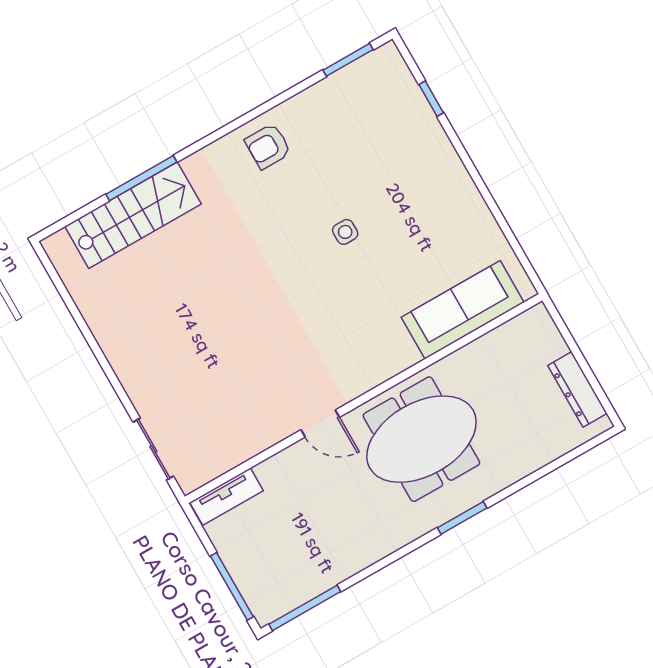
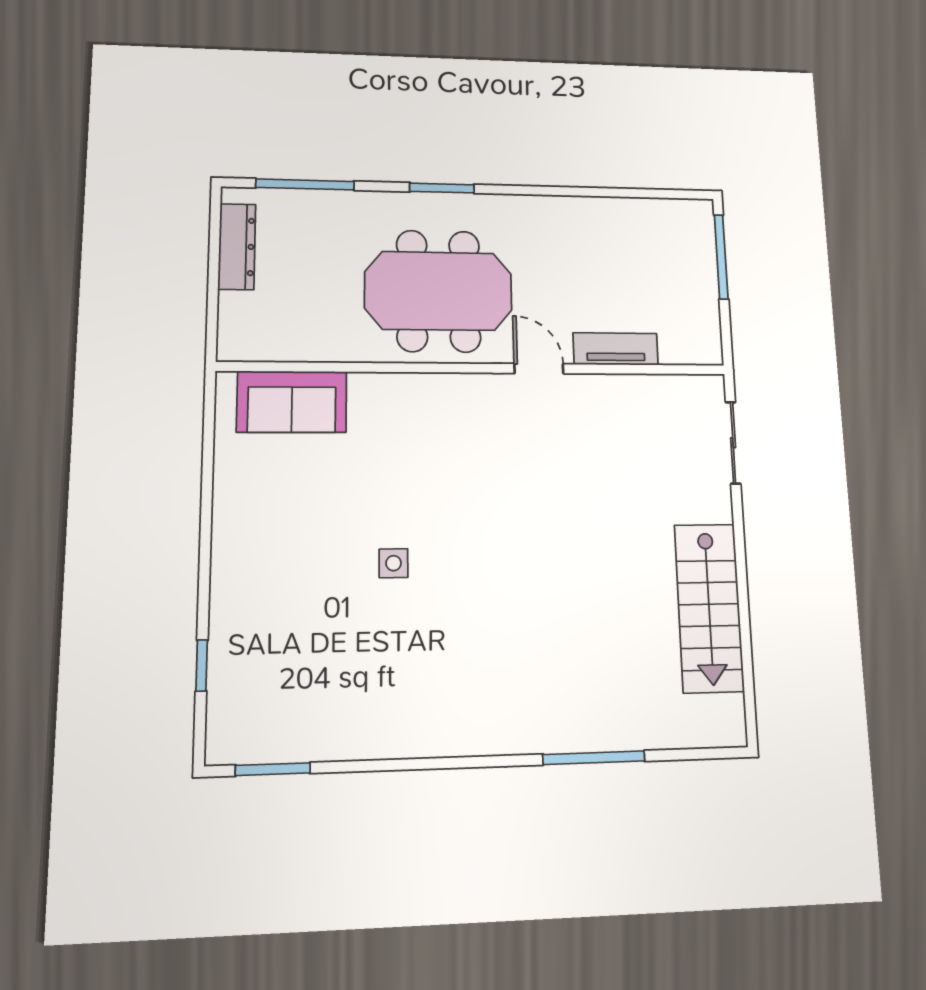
armchair: (268, 146) -> (427, 715), removed
stairs: (133, 215) -> (709, 608), moved, turned -90
sofa: (463, 310) -> (292, 402), width x0.73
tv unit: (227, 497) -> (616, 349), moved
window: (305, 608) -> (305, 184), moved

